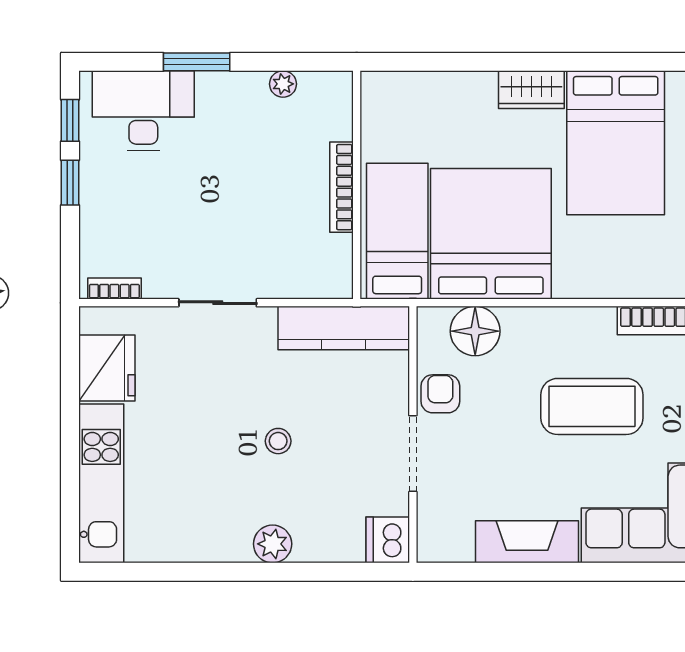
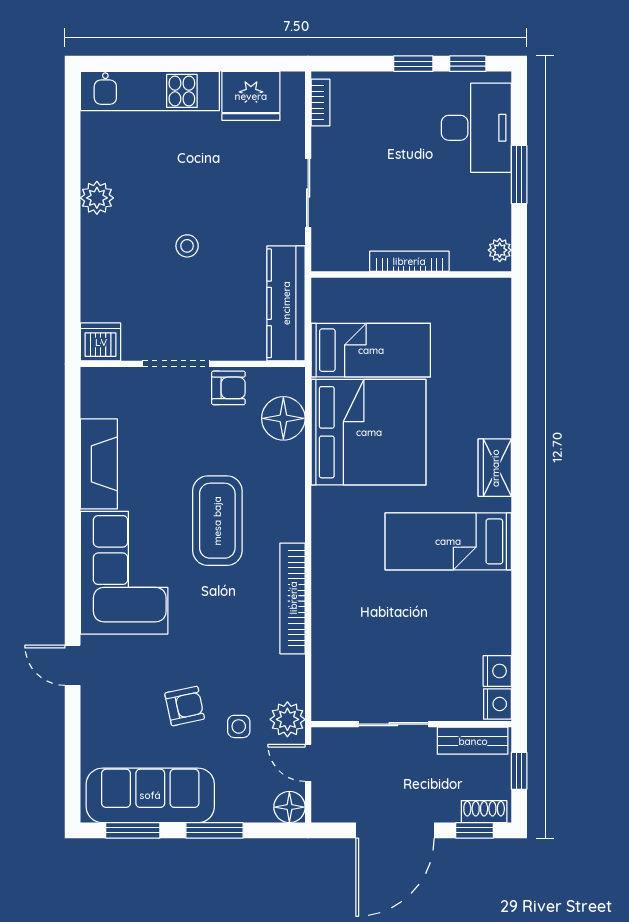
bed: (616, 143) -> (448, 541), width x0.67
wall: (357, 185) -> (411, 275), moved
bookcase: (341, 187) -> (409, 261), moved
plant: (273, 544) -> (97, 198), moved

